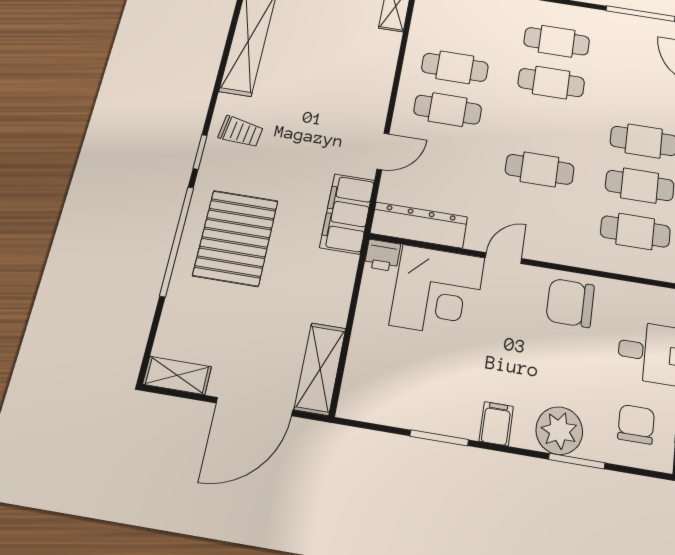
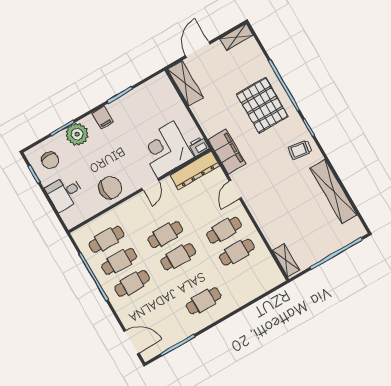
cafe table: (551, 83) -> (178, 257), moved
door: (254, 407) -> (198, 50), width x0.73

